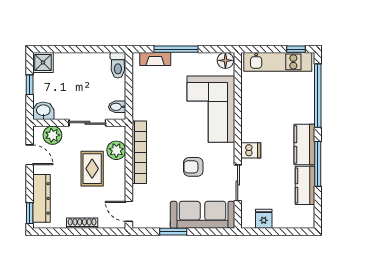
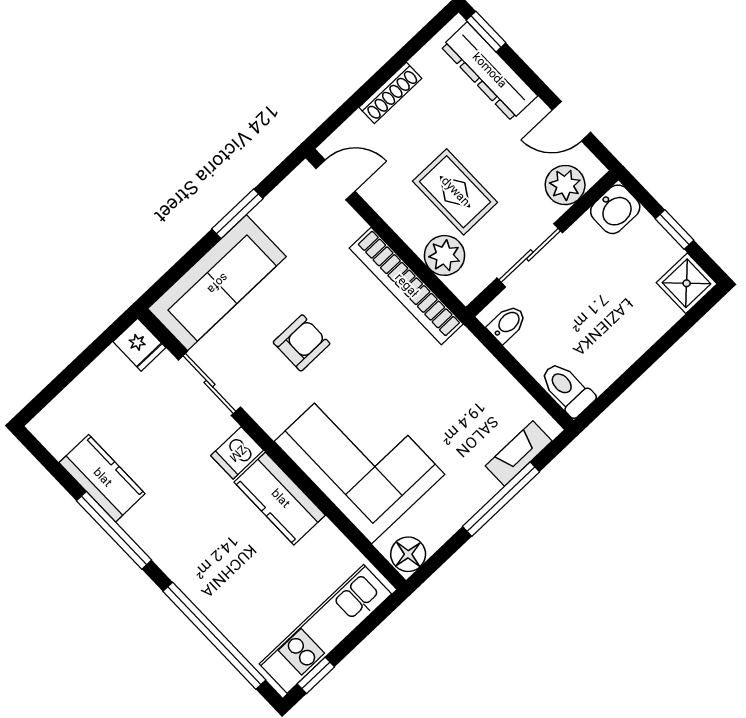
kitchen counter: (304, 145) -> (280, 499), moved, turned 180
fridge: (264, 219) -> (139, 345), moved

